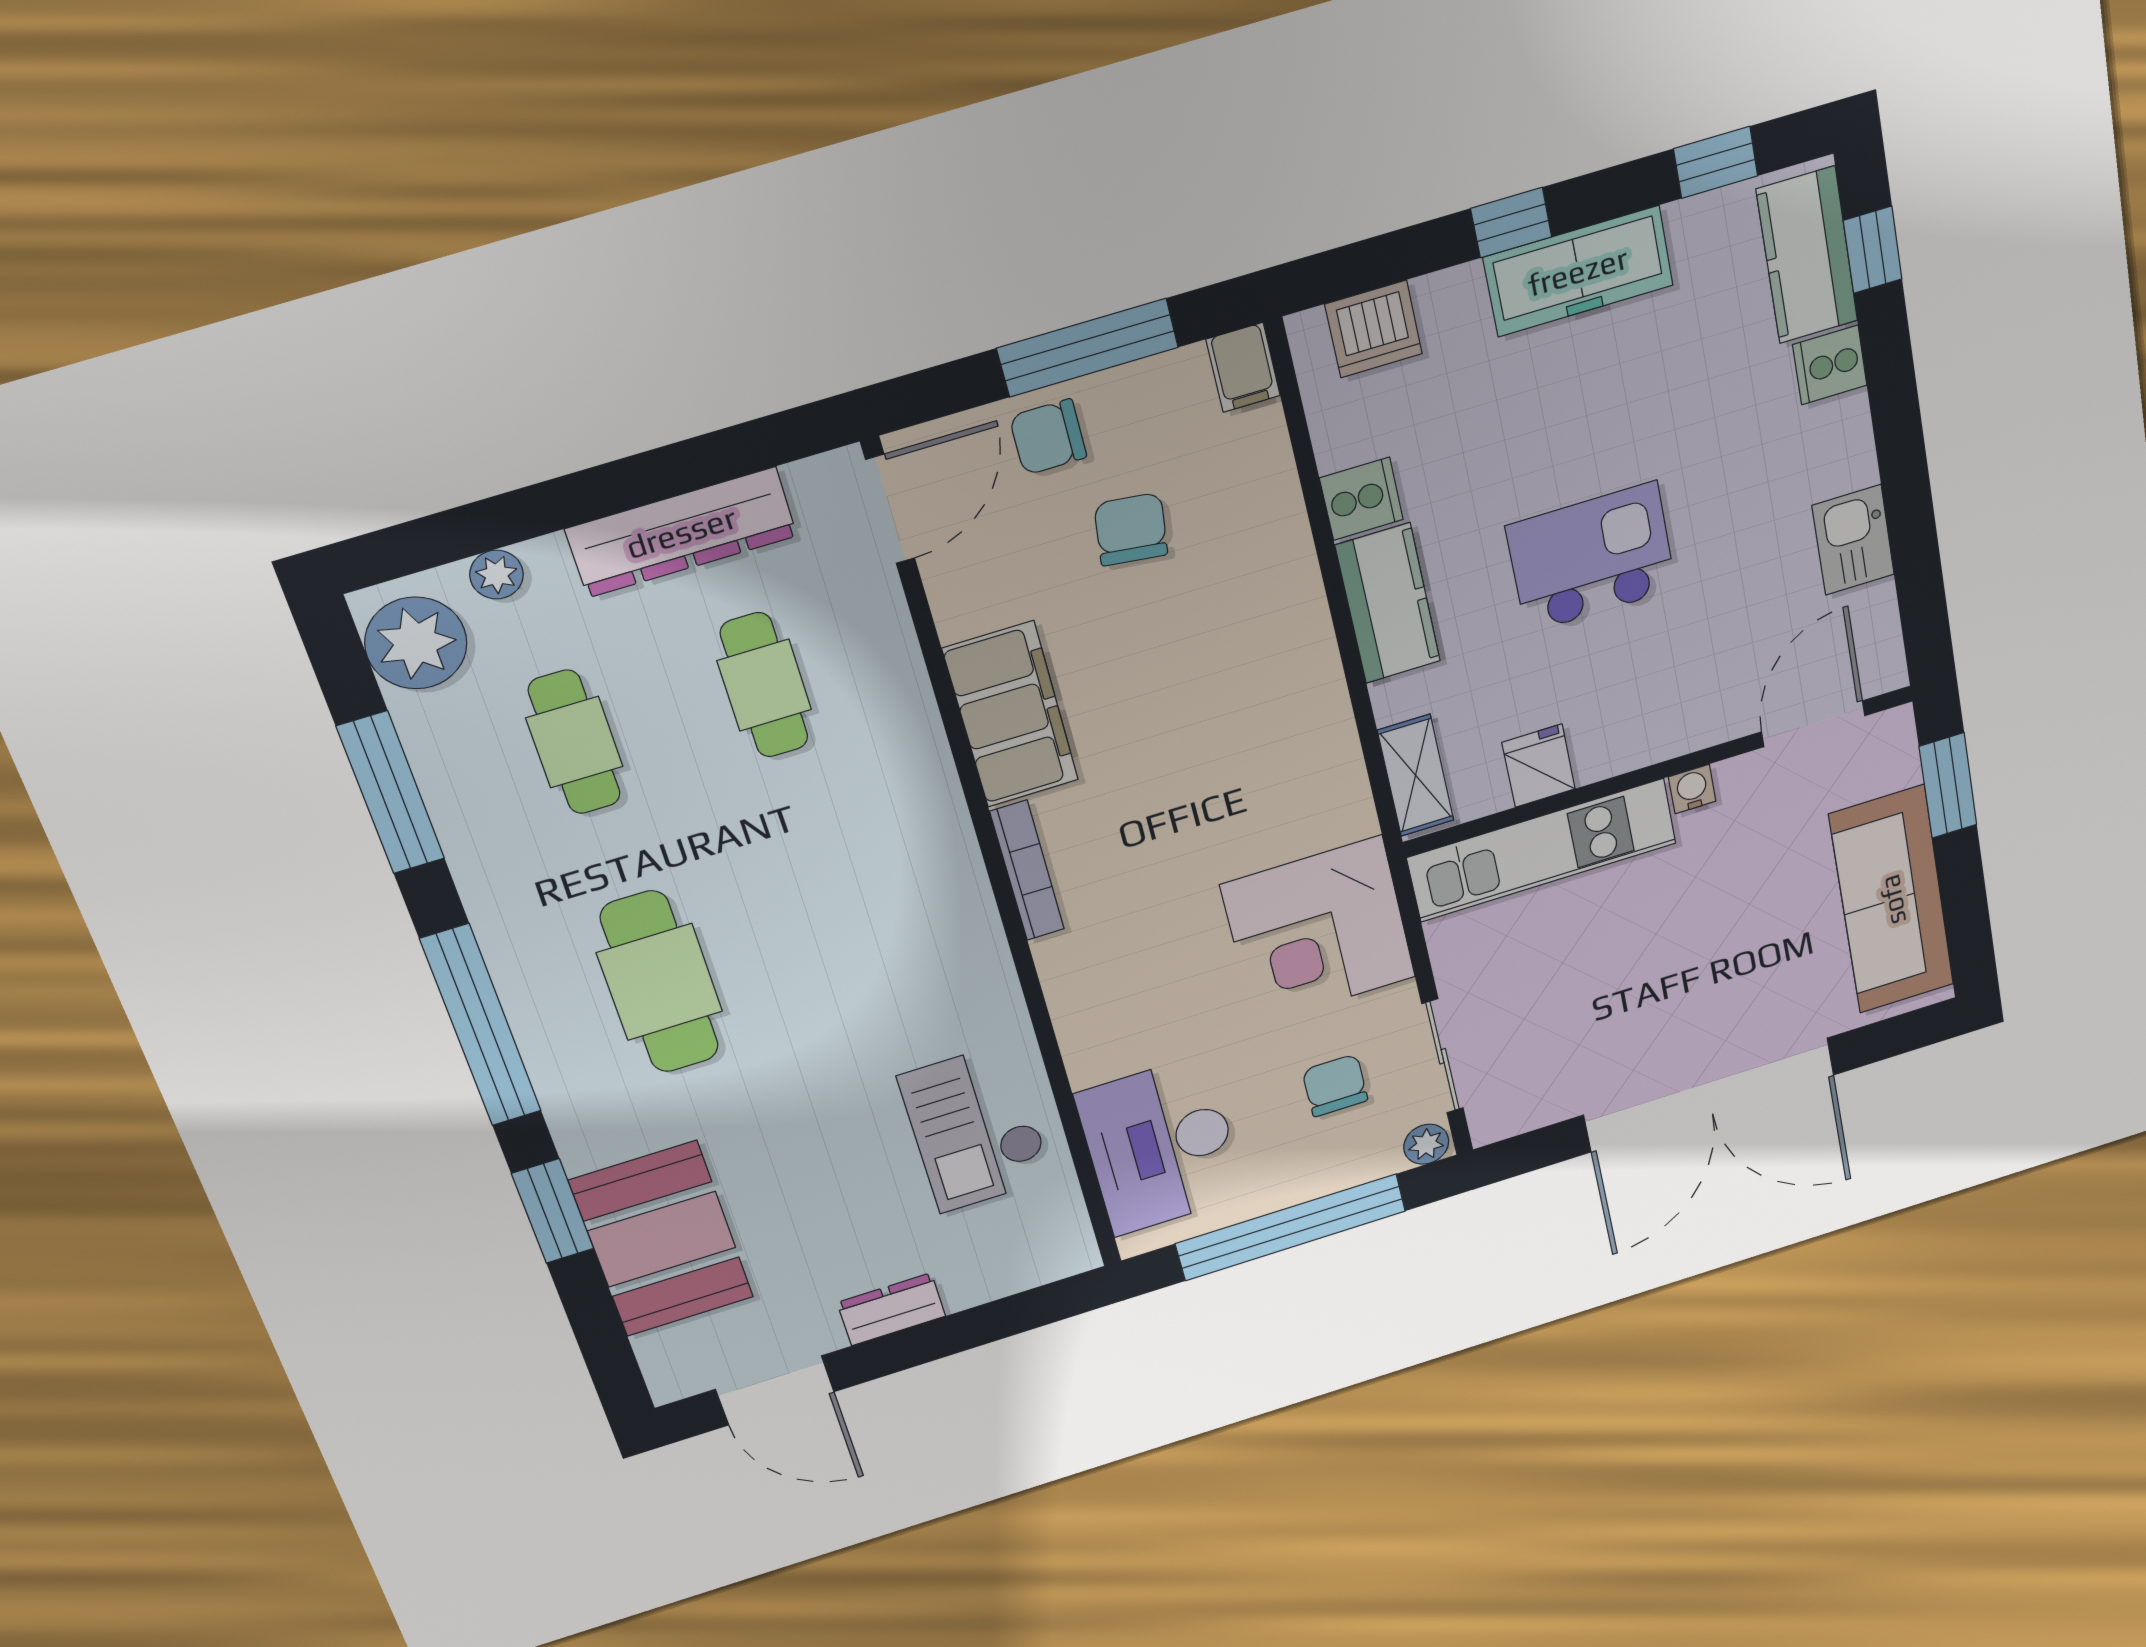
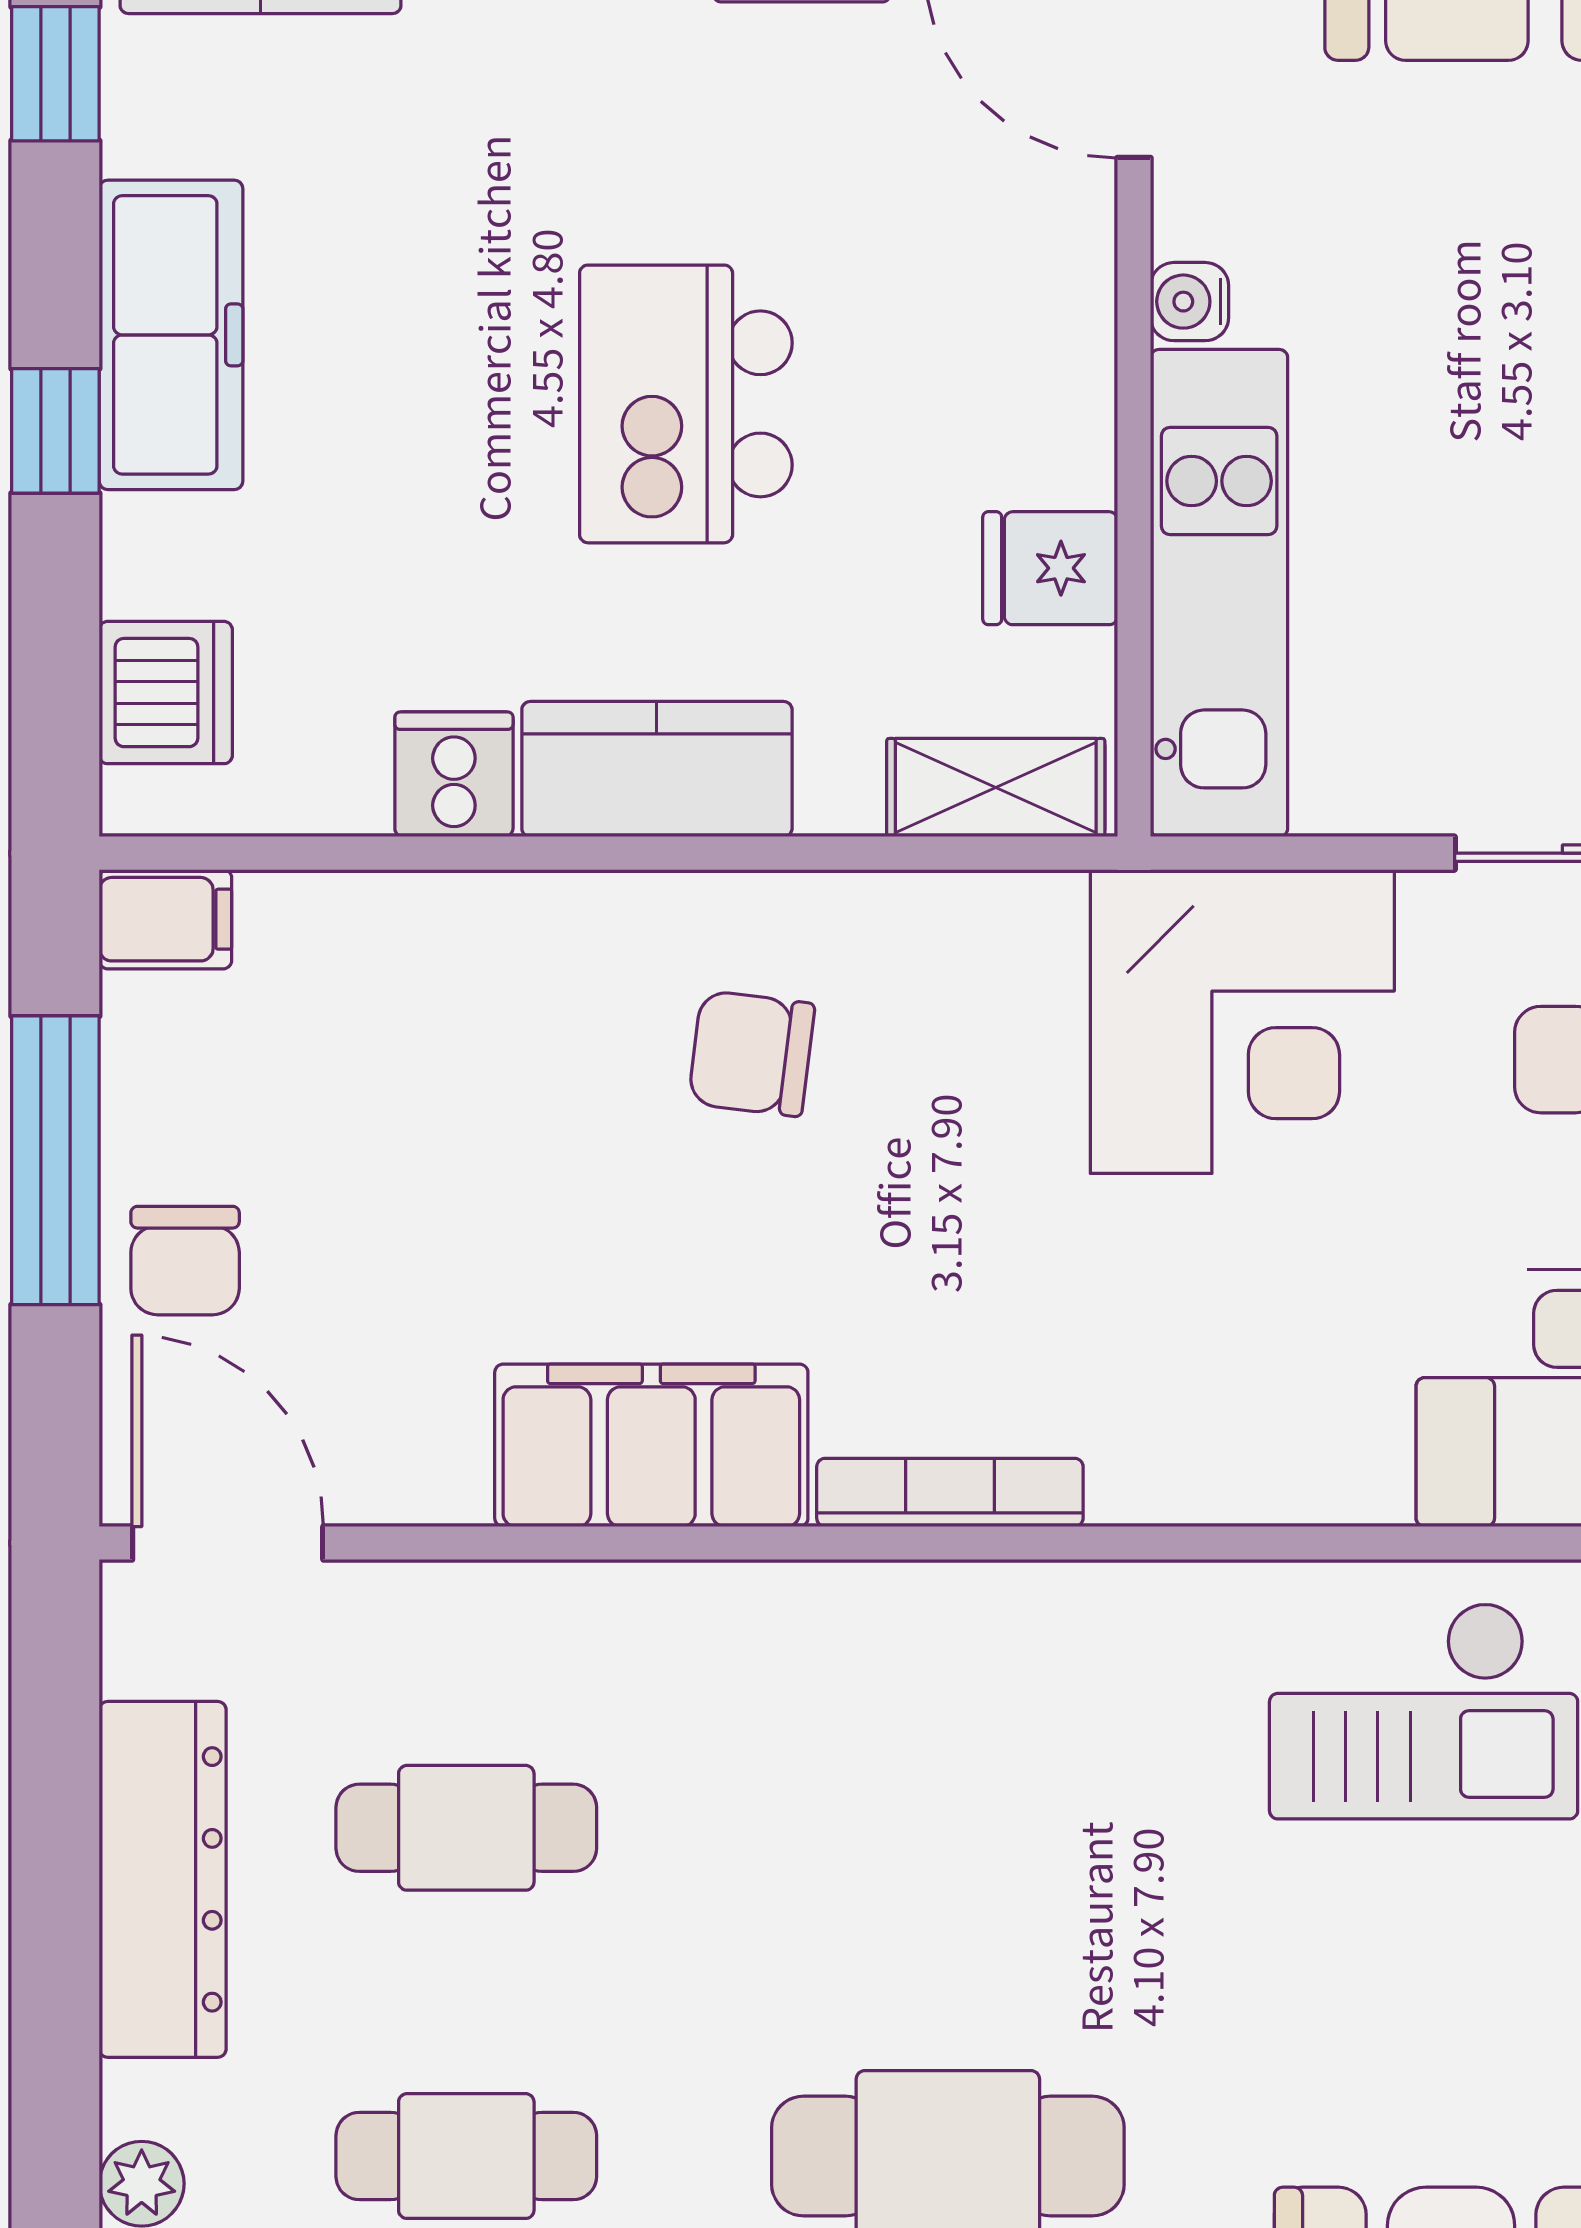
chair: (1131, 529) -> (752, 1054), moved

